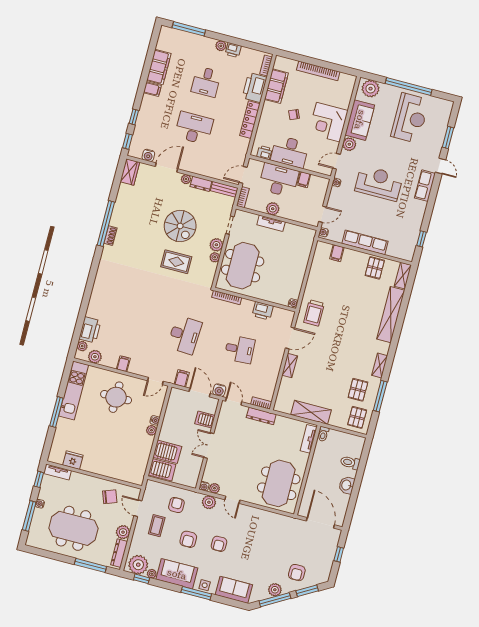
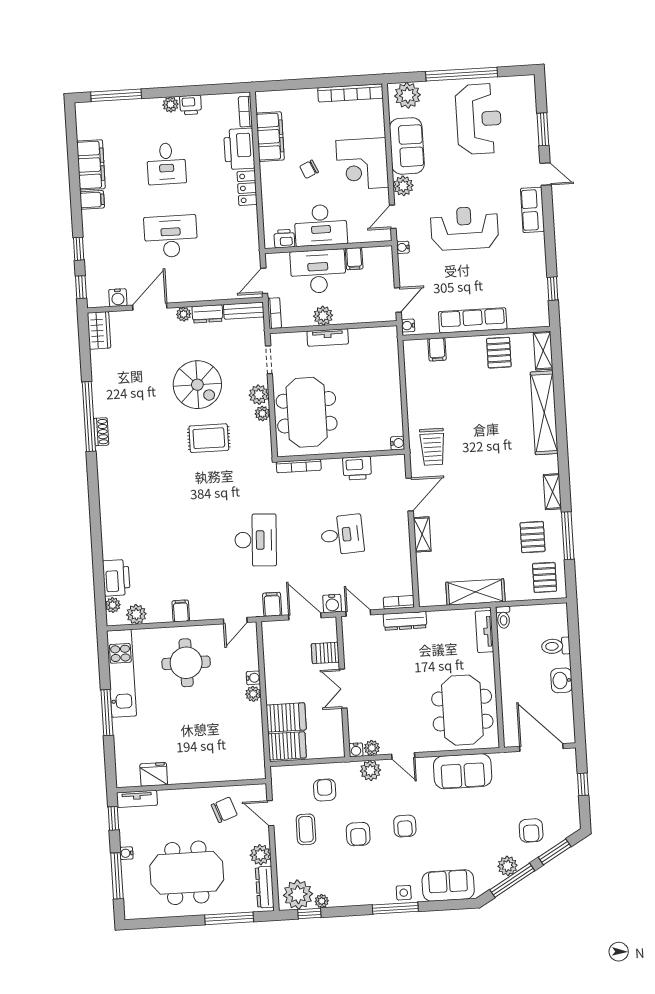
bookcase: (318, 71) -> (350, 93), moved
locker: (250, 120) -> (247, 188), width x0.66
sofa: (177, 574) -> (463, 771), moved, turned 180

